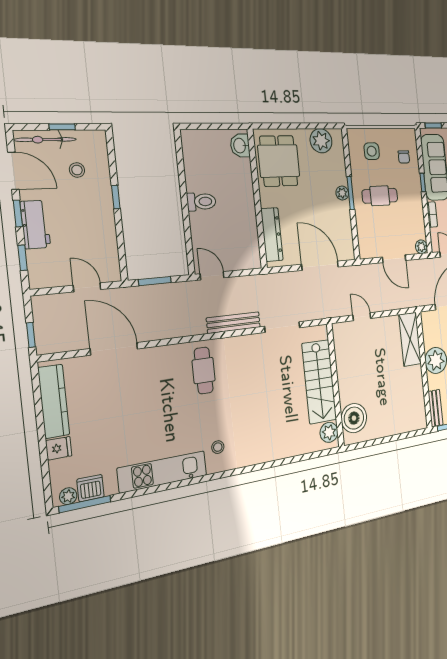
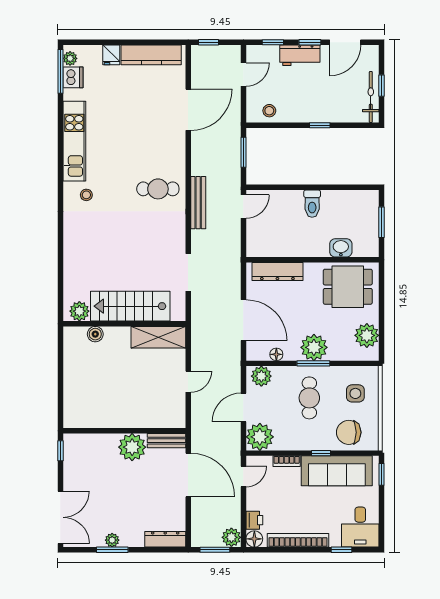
window: (213, 126) -> (382, 222), added
bicycle: (45, 140) -> (371, 97), moved
washbasin: (240, 146) -> (341, 248), moved
chair: (404, 157) -> (349, 432), width x1.87, depth x1.87
stool: (77, 170) -> (269, 111), moved
plant: (342, 193) -> (314, 347), width x1.87, depth x1.87
floor lamp: (347, 230) -> (276, 354), added
plant: (367, 244) -> (261, 376), added
plant: (421, 247) -> (260, 437), width x1.88, depth x1.88
door: (320, 266) -> (243, 320), hinge flipped
door: (87, 287) -> (243, 75), moved
door: (362, 317) -> (188, 382), moved
bench: (234, 323) -> (198, 203), moved
shelving: (410, 339) -> (158, 337), moved
bench: (436, 408) -> (166, 441), moved
boiler: (354, 418) -> (95, 334), width x0.54, depth x0.54

